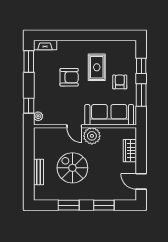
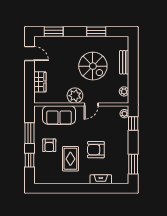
fireplace: (45, 45) -> (101, 179), moved
sofa: (109, 115) -> (59, 115), width x0.73
door: (74, 126) -> (91, 104), swing flipped
plant: (39, 140) -> (124, 91), added
window: (104, 205) -> (54, 32), moved

